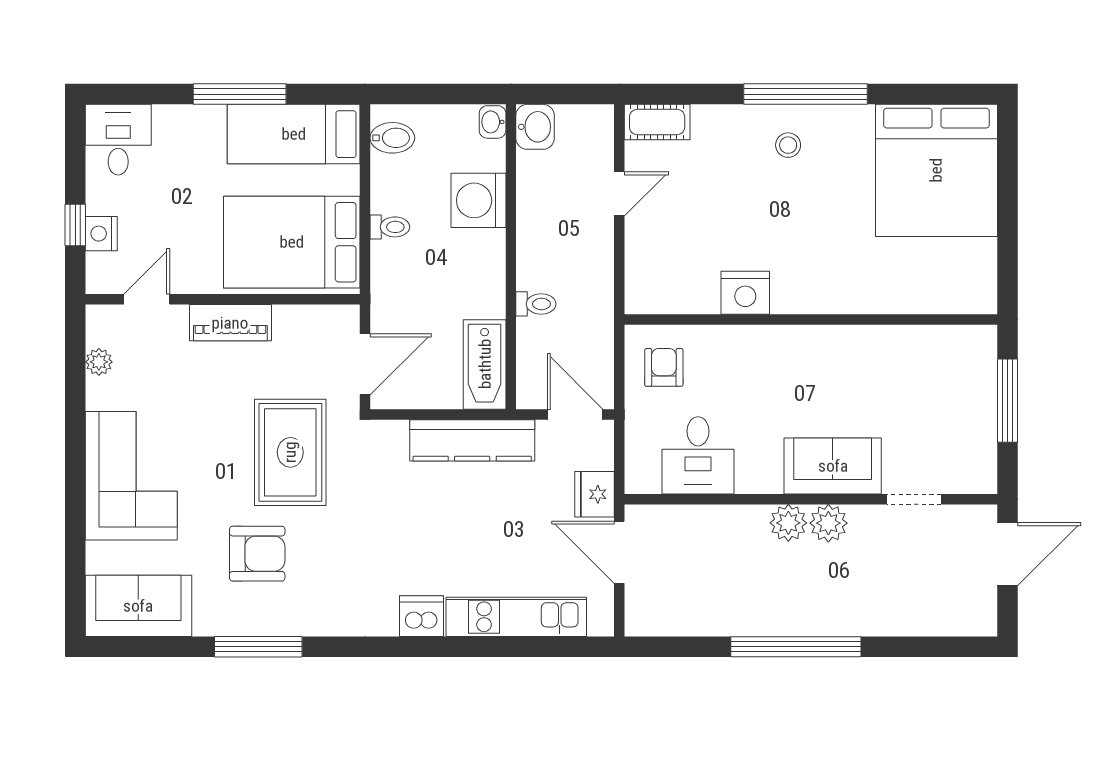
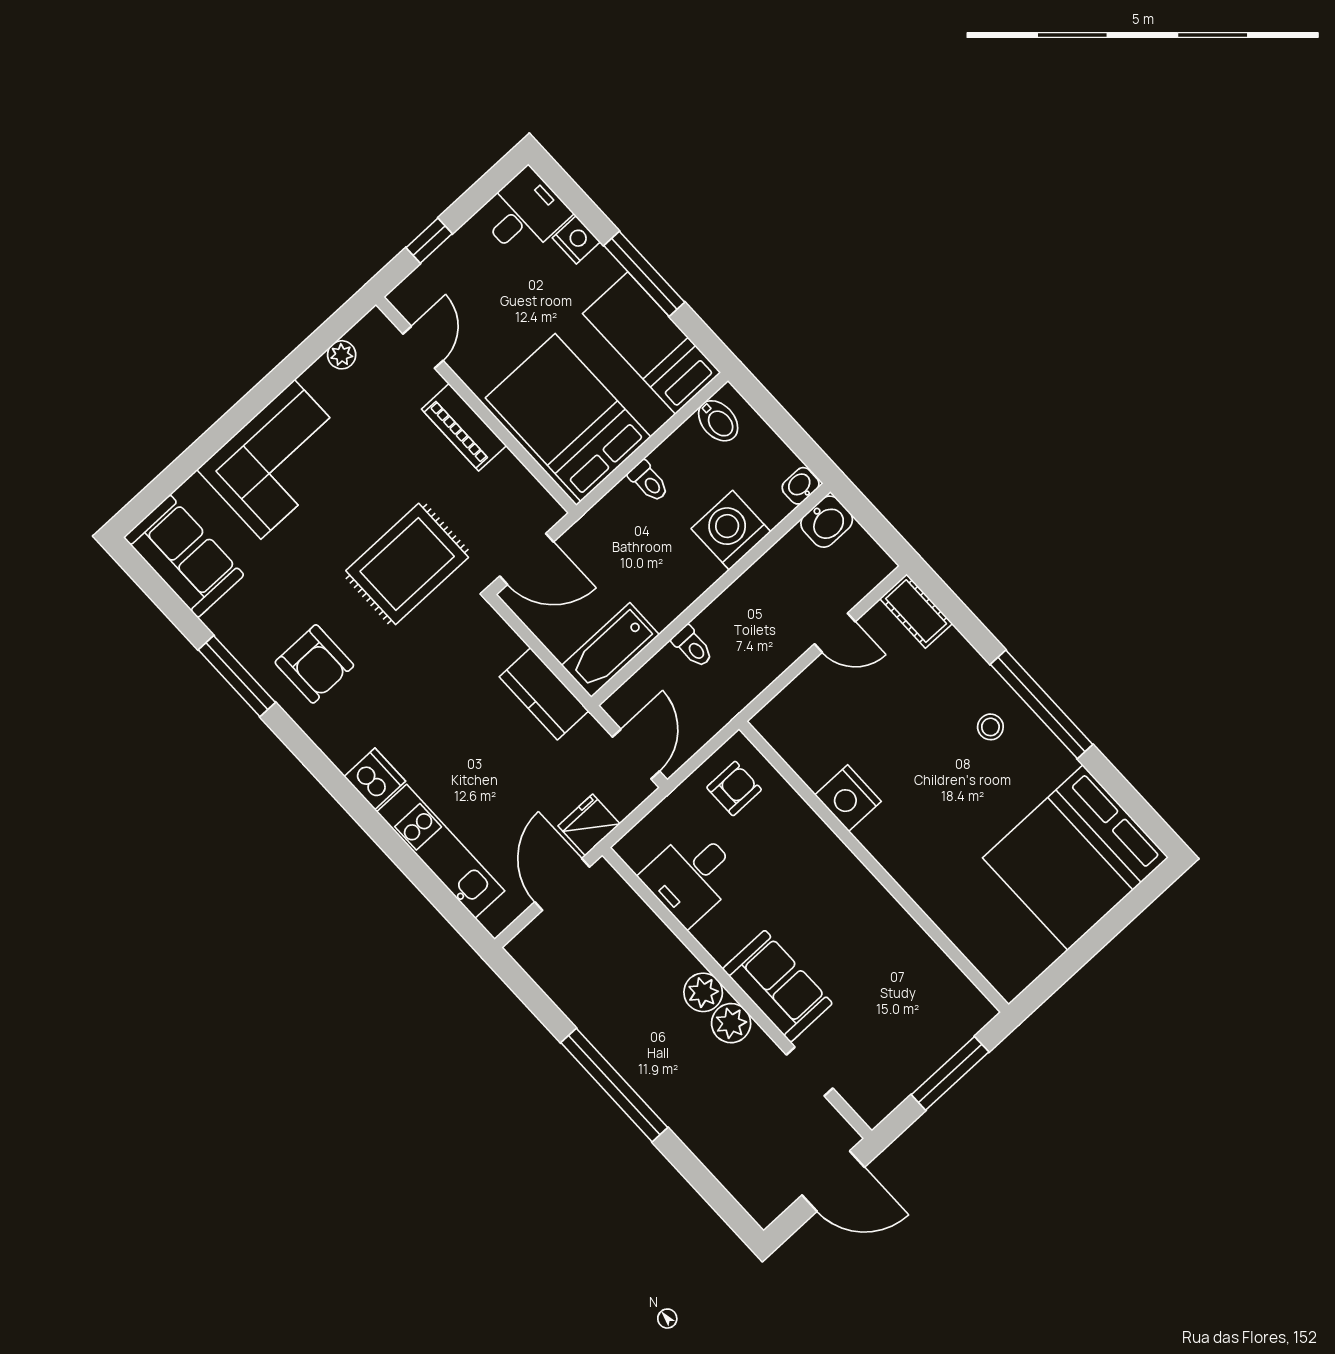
nightstand: (101, 234) -> (576, 240), moved, turned 90
door: (147, 299) -> (423, 347), hinge flipped
kitchen counter: (472, 440) -> (544, 694), width x0.67
armchair: (257, 554) -> (314, 664), moved

